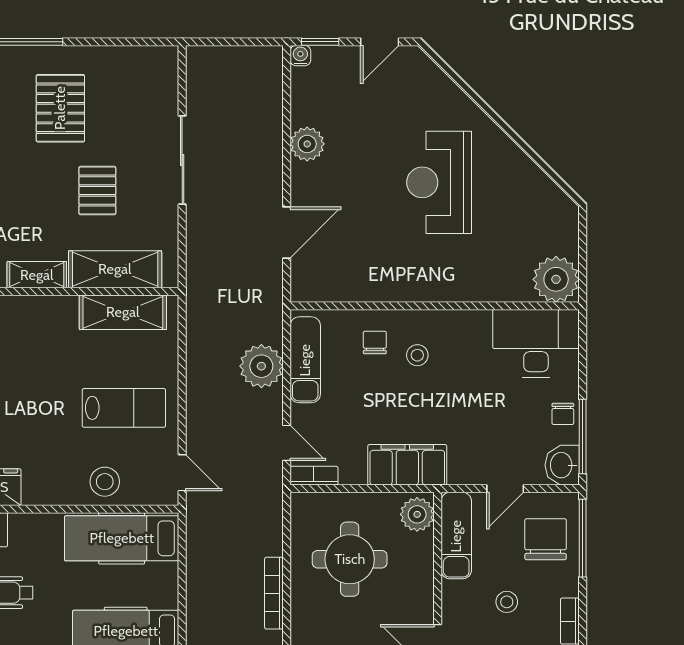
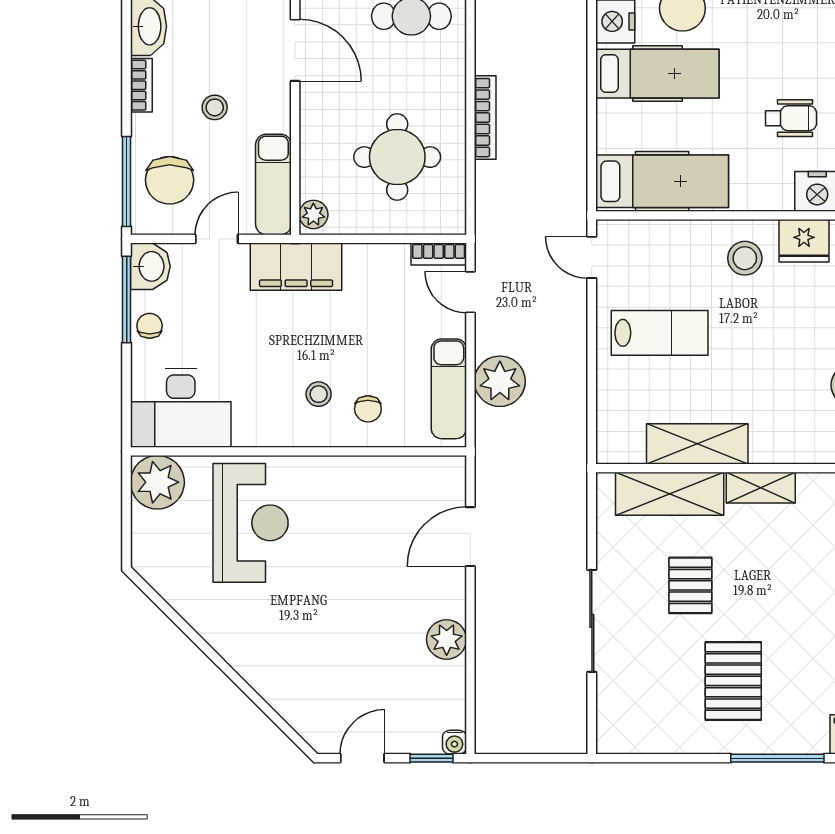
reception desk: (439, 182) -> (250, 523), moved
shelving: (123, 312) -> (697, 444), moved
lab bench: (124, 408) -> (660, 333), turned 180
filing cabinet: (407, 465) -> (296, 267), moved
stool: (105, 482) -> (745, 258), moved
plant: (417, 514) -> (313, 214), width x0.73, depth x0.73

